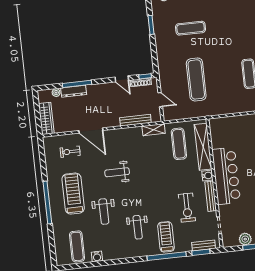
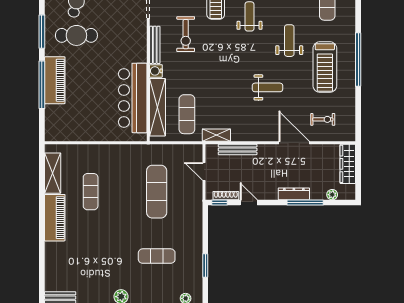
dresser: (74, 91) -> (294, 194), moved
bar counter: (226, 176) -> (133, 98), moved
exercise bike: (187, 208) -> (186, 34), turned 180

